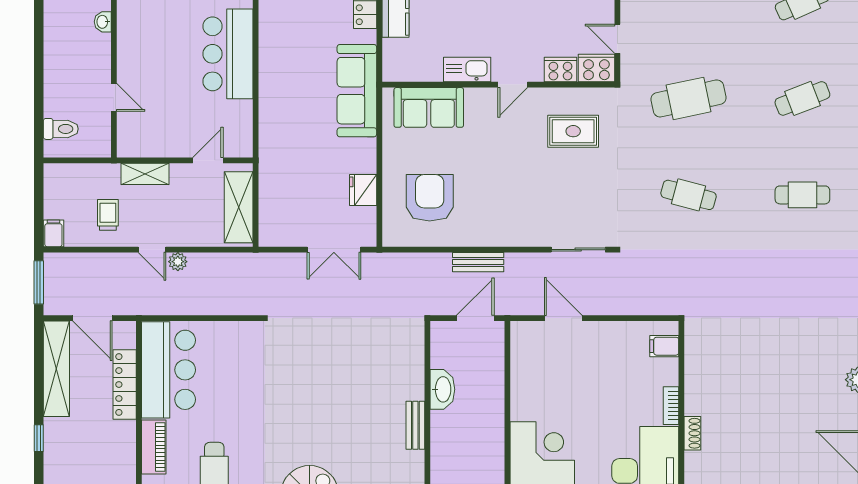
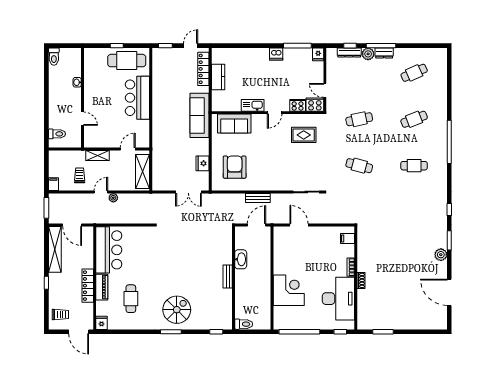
cafe table: (689, 98) -> (359, 119), width x0.73, depth x0.74
door: (152, 250) -> (101, 192), swing flipped
locker: (125, 385) -> (88, 286), moved

